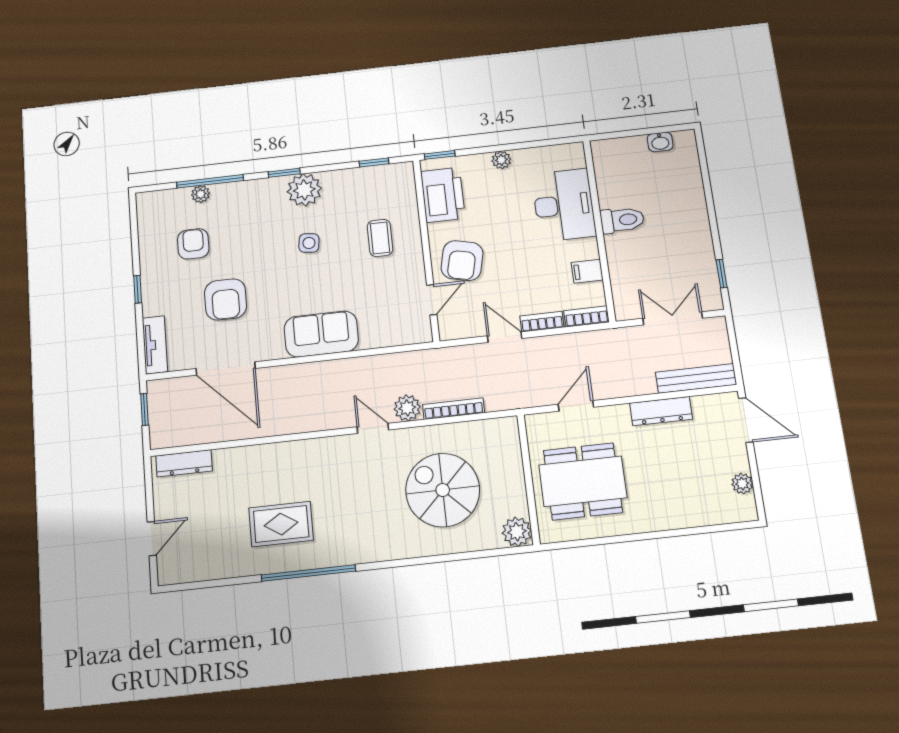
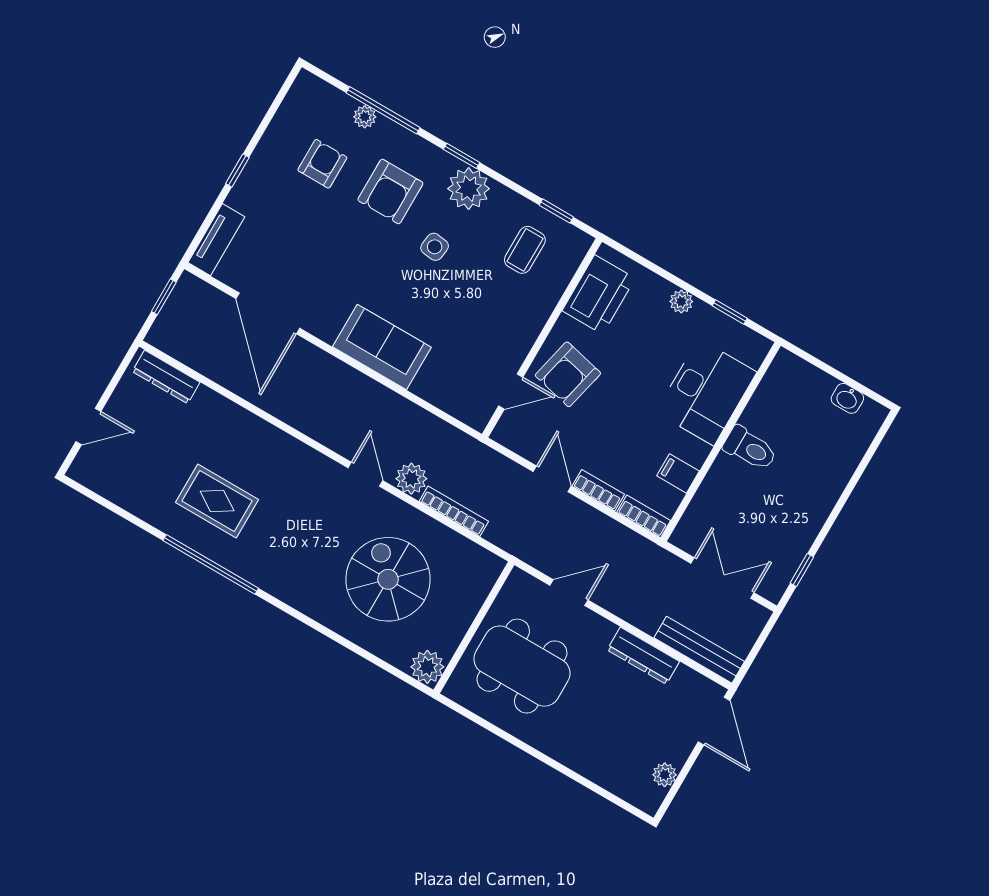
window: (440, 155) -> (730, 312), moved
coffee table: (380, 238) -> (525, 250), moved
armchair: (226, 299) -> (390, 191), moved

